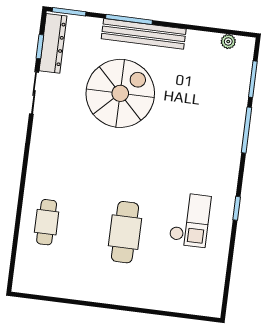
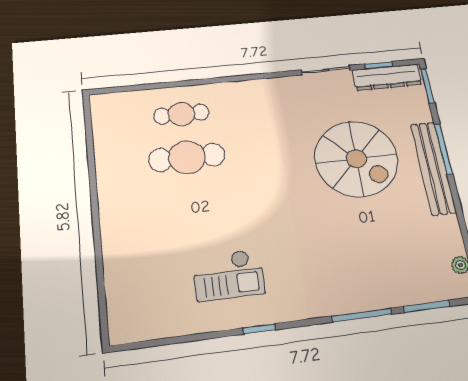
cafe table: (125, 232) -> (187, 157), moved

